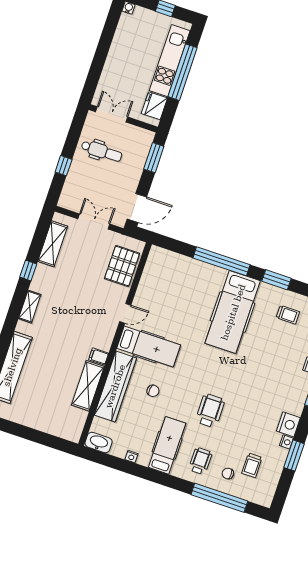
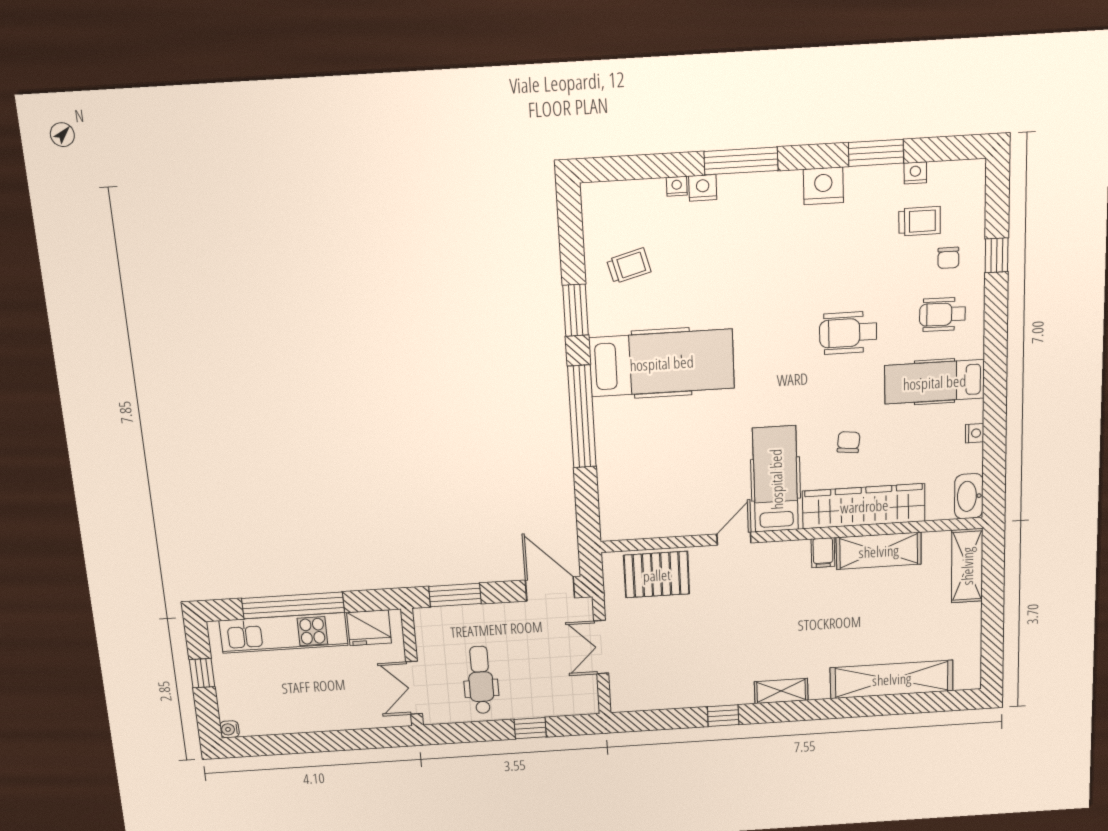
shelving: (53, 244) -> (967, 566), moved, turned 90
door: (125, 313) -> (734, 539), hinge flipped
trolley: (288, 315) -> (629, 266), turned 75
nightstand: (286, 442) -> (915, 173), moved
window: (219, 498) -> (997, 255), width x0.32

